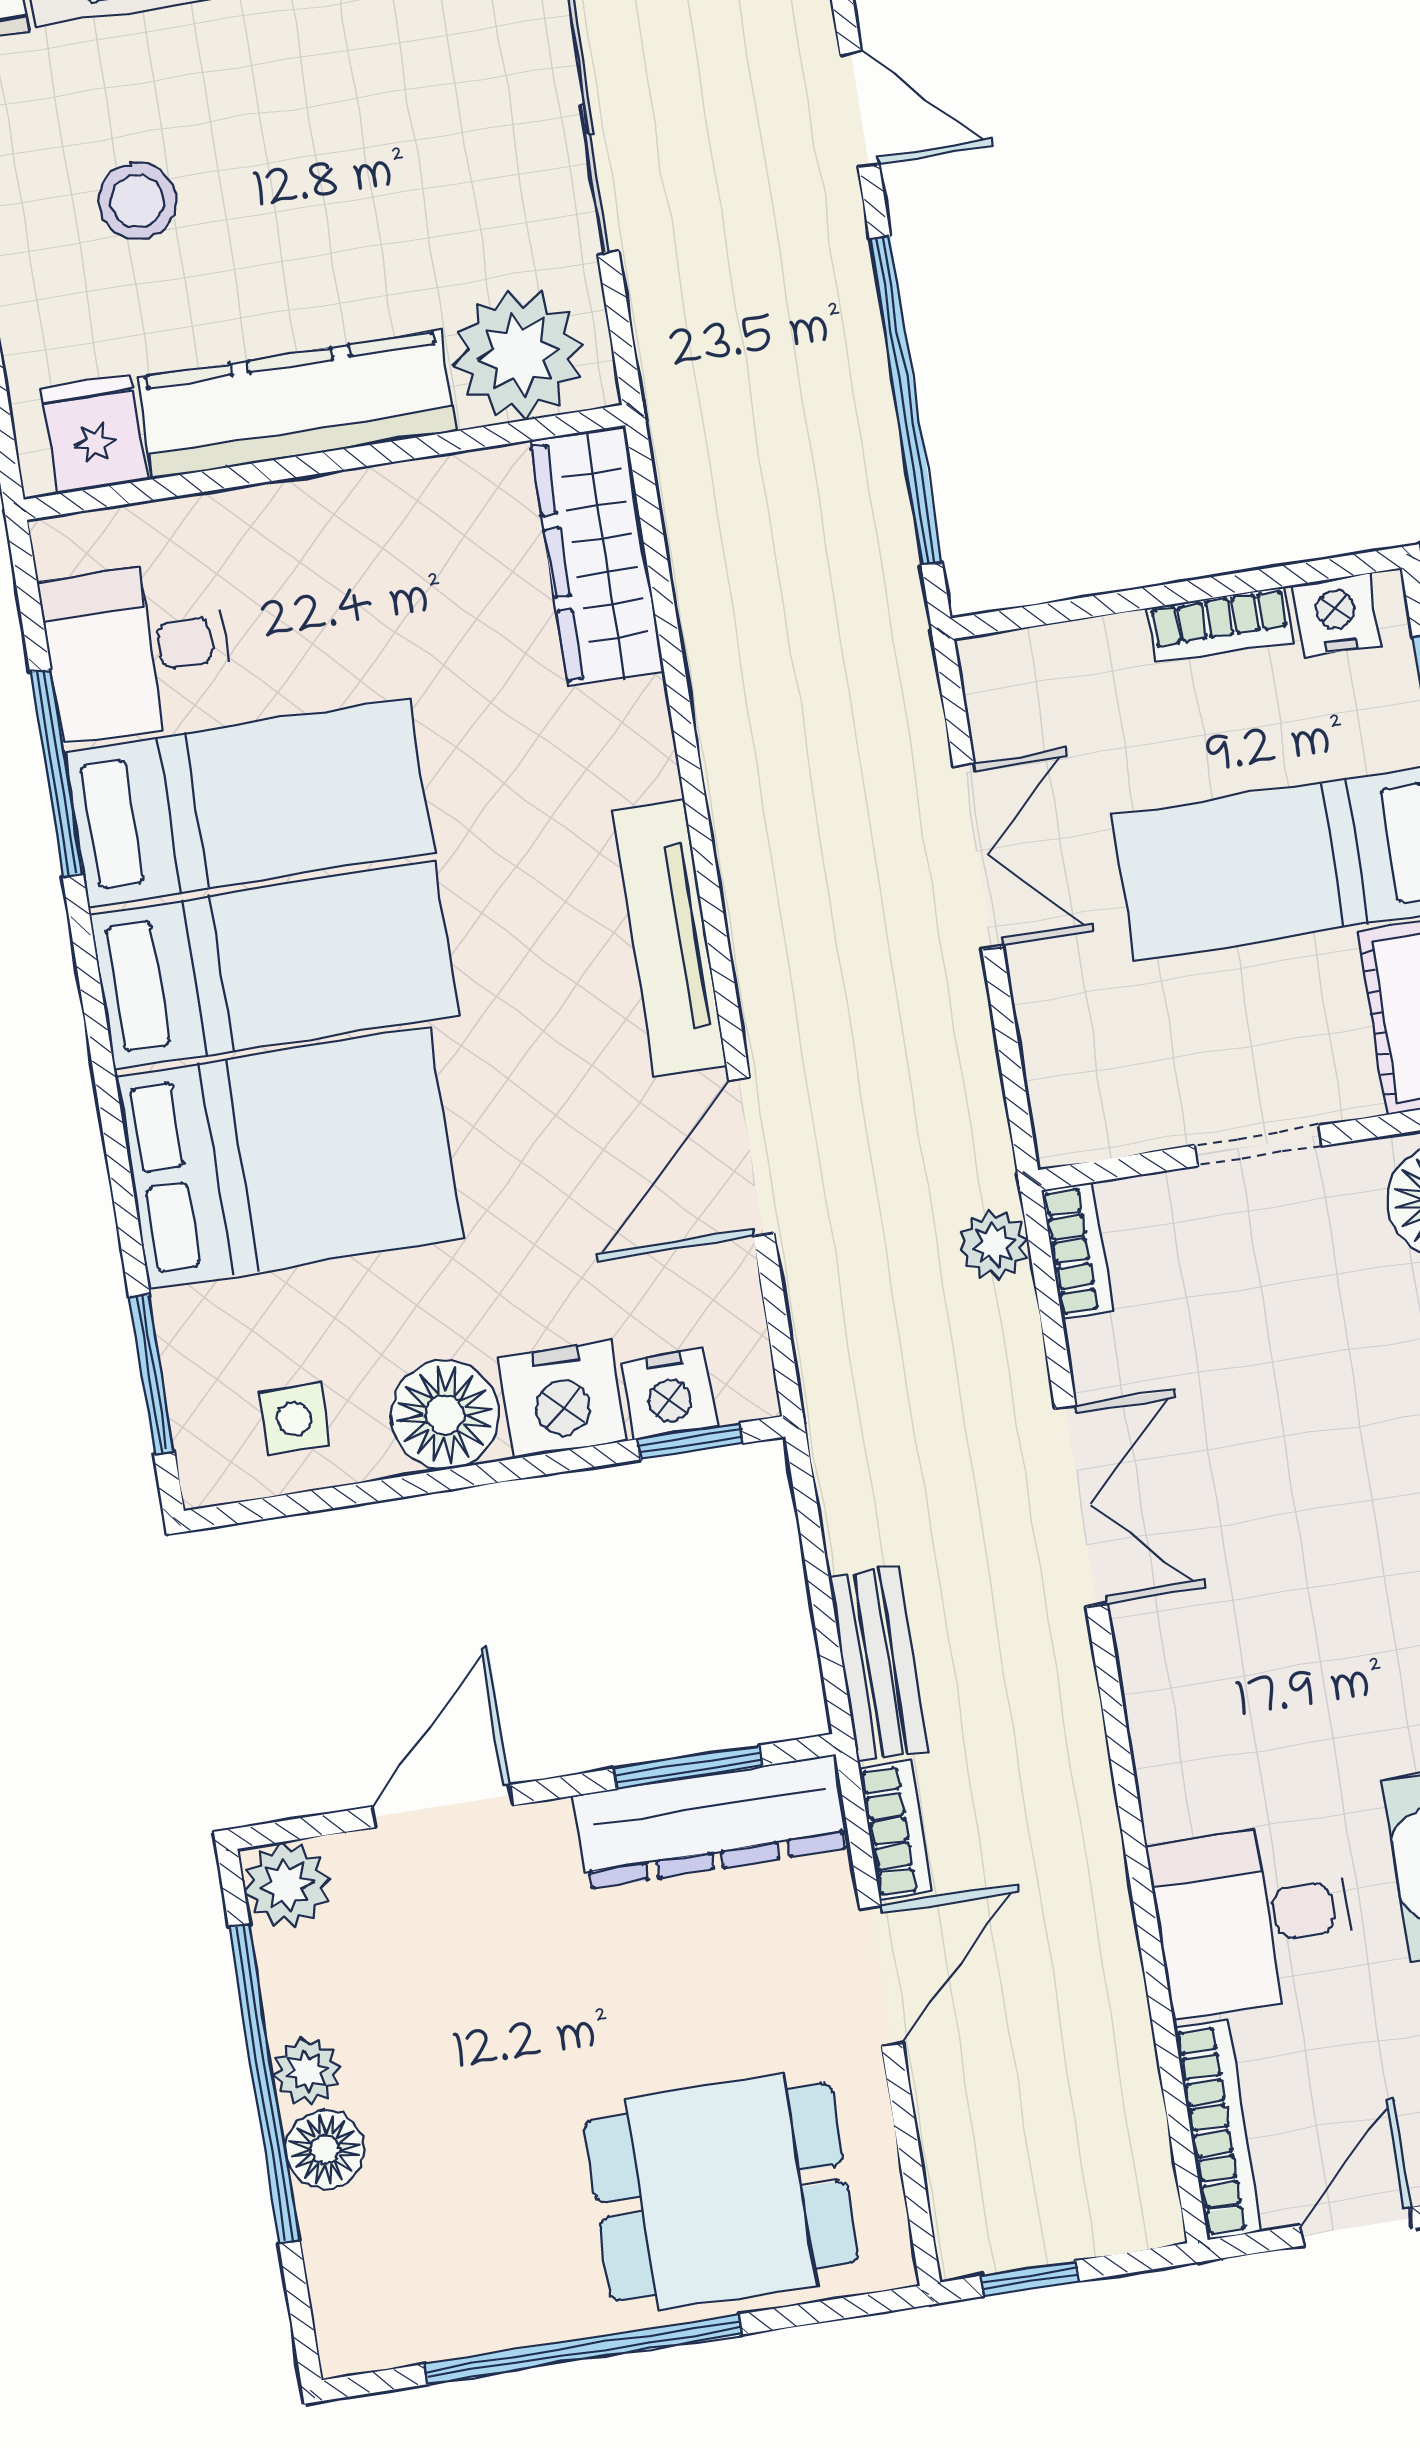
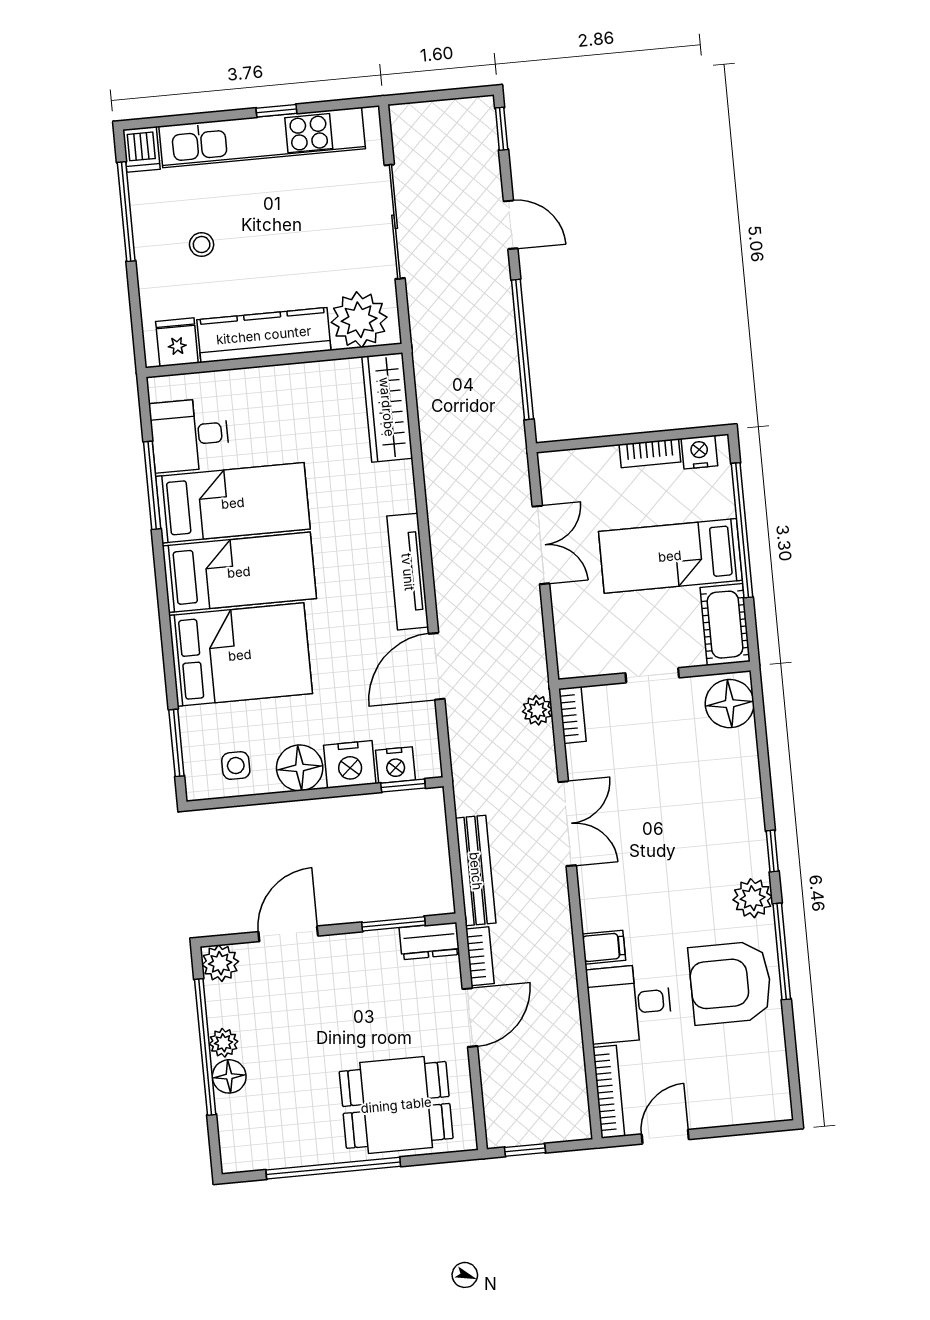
stool: (137, 201) -> (202, 244), width x0.73, depth x0.73
bench: (878, 1664) -> (476, 871), width x1.36
filing cabinet: (1185, 1791) -> (604, 947), added
dresser: (712, 1822) -> (429, 941), width x0.51, depth x0.80

